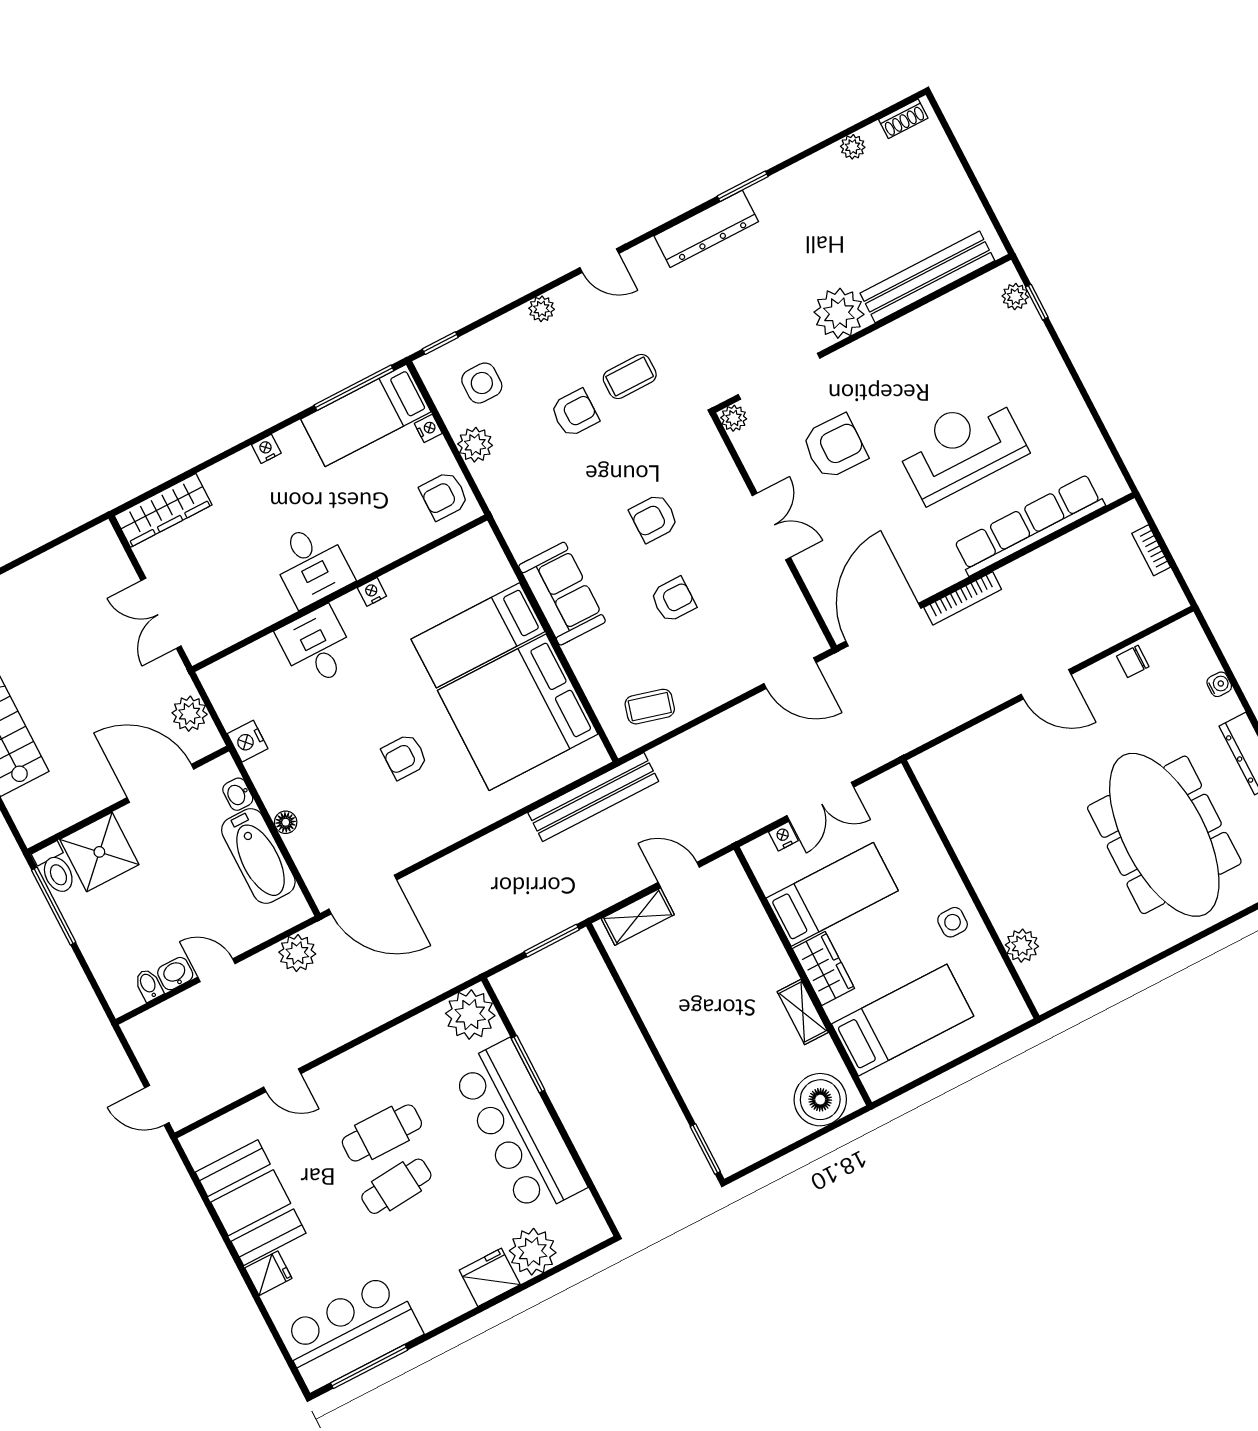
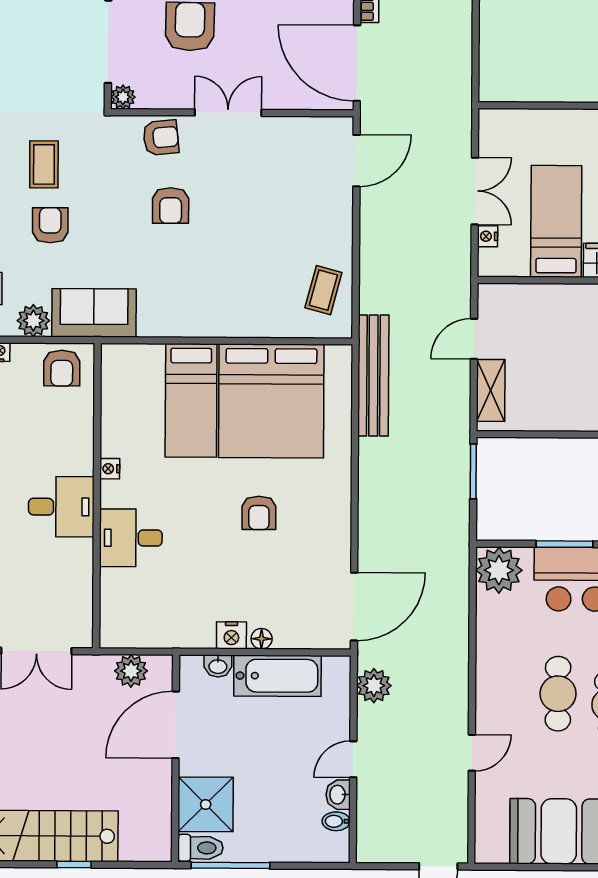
sofa: (562, 594) -> (94, 313), moved
armchair: (673, 600) -> (161, 138), moved, turned 84
nightstand: (248, 741) -> (231, 635), moved

